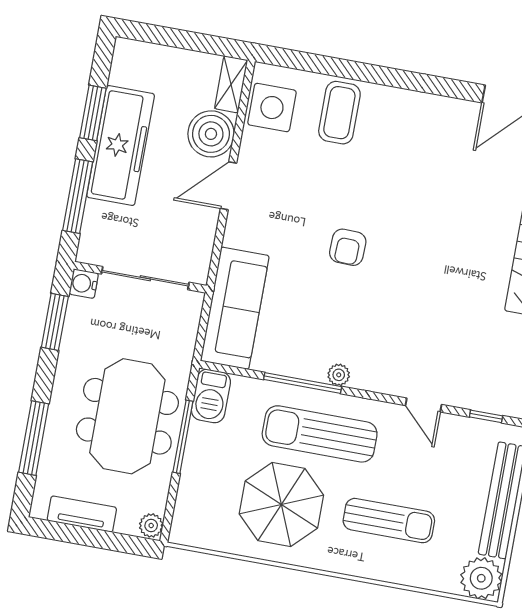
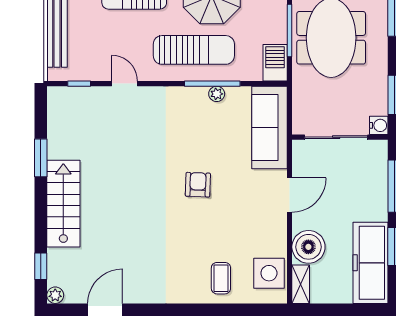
coffee table: (339, 113) -> (221, 278), width x0.73, depth x0.77
freezer: (121, 146) -> (371, 263), moved
door: (229, 186) -> (290, 195), moved
plant: (339, 375) -> (217, 94), moved

